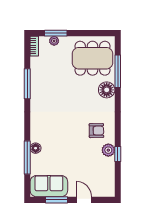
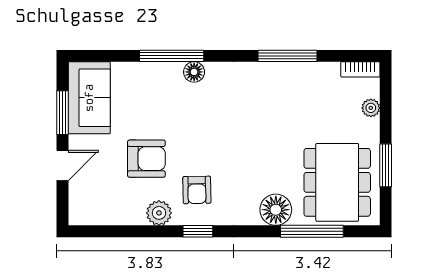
window: (56, 33) -> (386, 165), moved
floor lamp: (36, 148) -> (194, 72), moved
window: (118, 154) -> (198, 231), moved
armchair: (80, 157) -> (146, 159), added
window: (27, 158) -> (172, 56), moved

